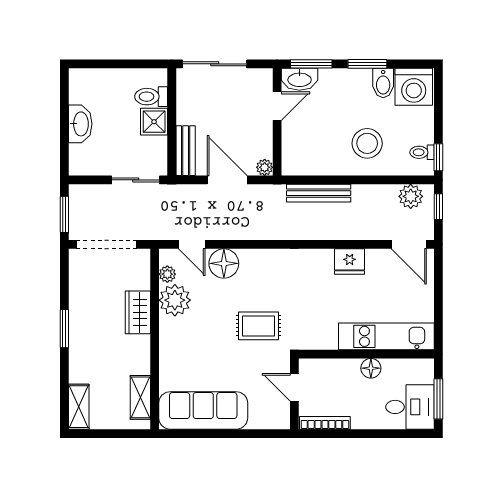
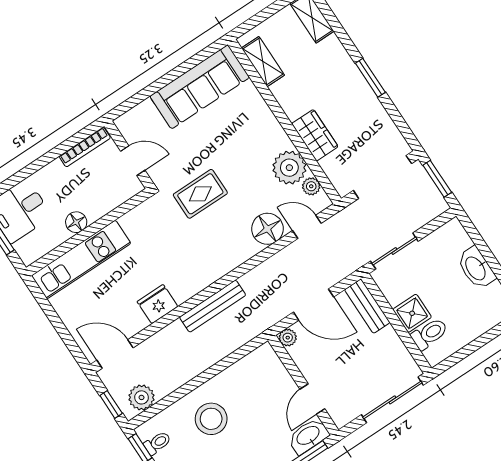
bench: (319, 193) -> (213, 306), moved

